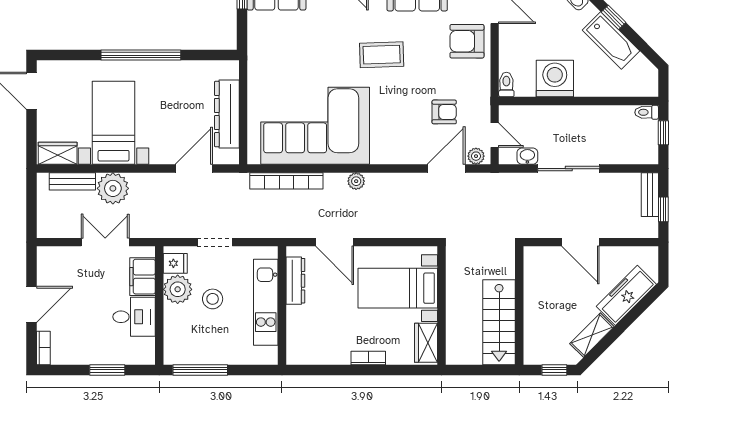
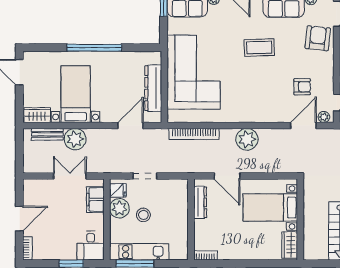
armchair: (467, 41) -> (318, 38), turned 96
corner sofa: (315, 126) -> (194, 72), moved, turned 90
plant: (356, 181) -> (247, 139), width x1.87, depth x1.87
kitchen unit: (266, 302) -> (139, 252), moved, turned 90
desk: (134, 317) -> (91, 246), moved, turned 90
bookcase: (368, 358) -> (206, 255), moved

